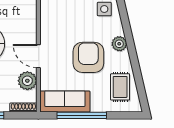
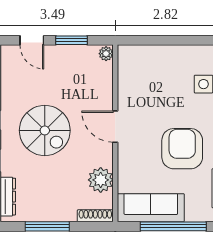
door: (38, 56) -> (115, 127), moved

